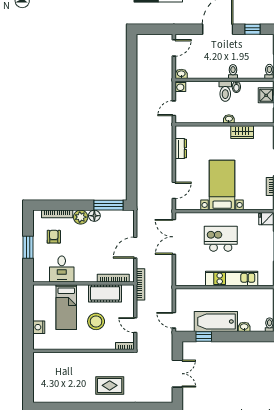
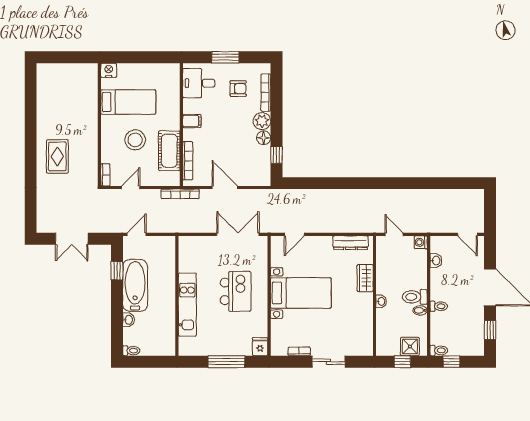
washbasin: (181, 74) -> (436, 261), moved
wardrobe: (242, 132) -> (365, 278), moved
dresser: (181, 149) -> (351, 243), width x1.44
door: (174, 190) -> (294, 234), hinge flipped
window: (109, 205) -> (276, 155), width x0.46
desk: (62, 269) -> (199, 83), moved
filing cabinet: (81, 275) -> (192, 121), added
bed: (66, 307) -> (128, 102), moved, turned 180
nightstand: (39, 327) -> (109, 70), moved

